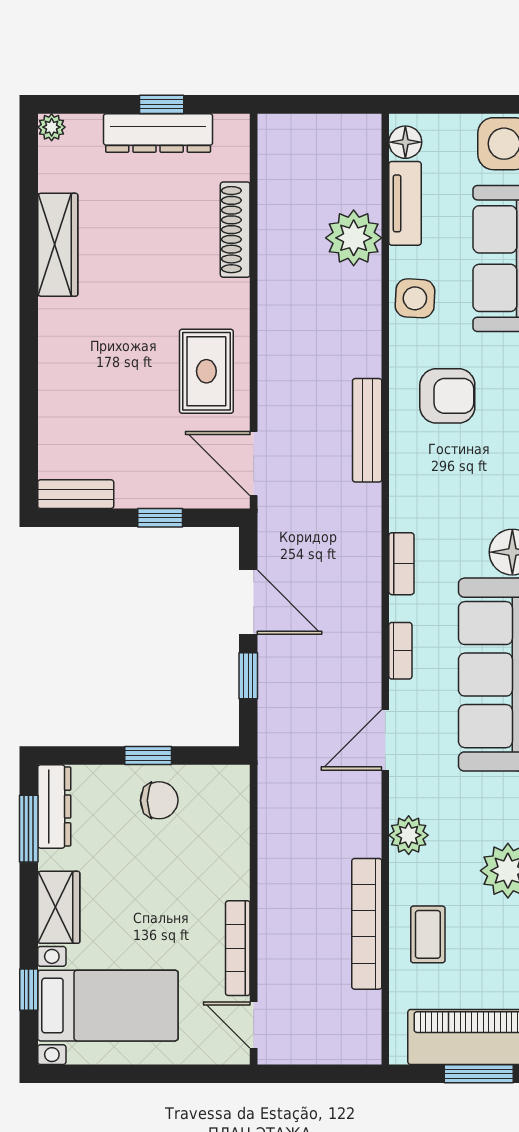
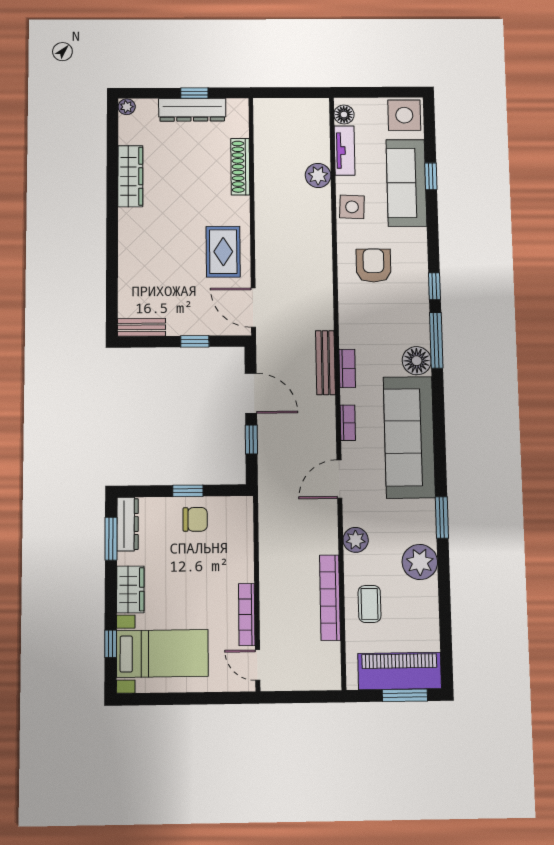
plant: (354, 238) -> (318, 175), width x0.73, depth x0.73
armchair: (447, 396) -> (373, 265), turned -90
bench: (367, 430) -> (325, 363), moved

